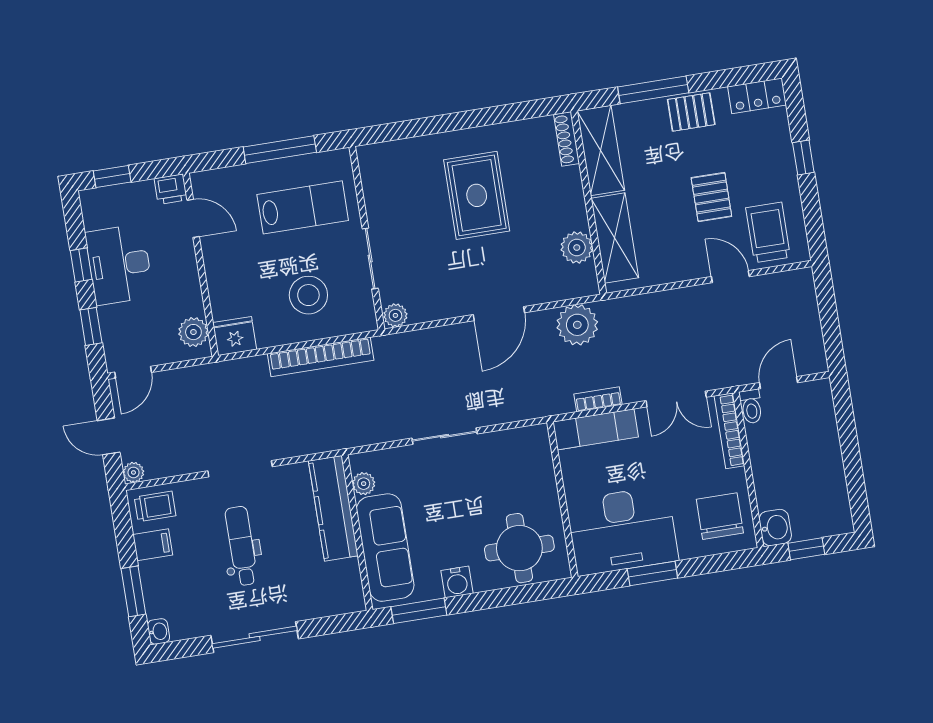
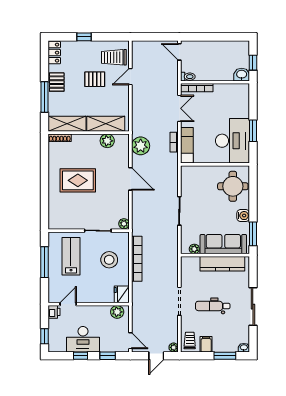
door: (779, 383) -> (179, 52), moved
kitchen counter: (333, 508) -> (222, 264), moved
chair: (720, 516) -> (233, 98), removed

